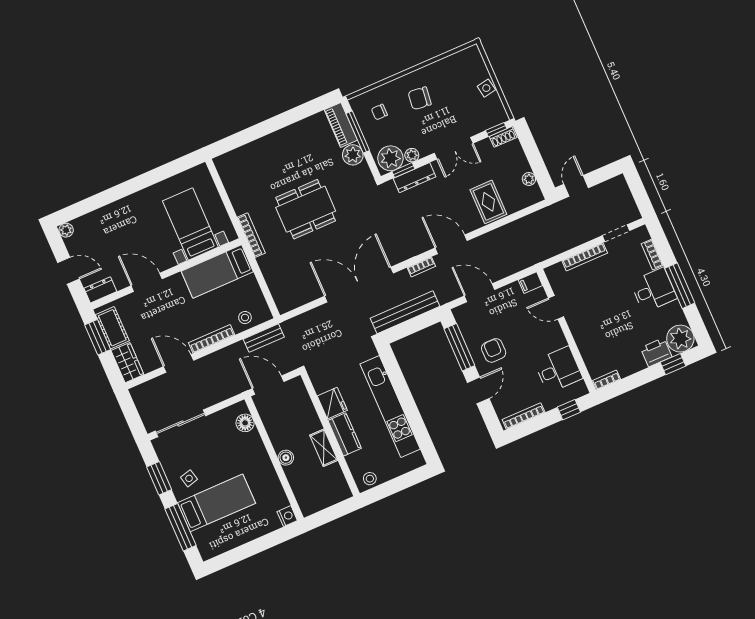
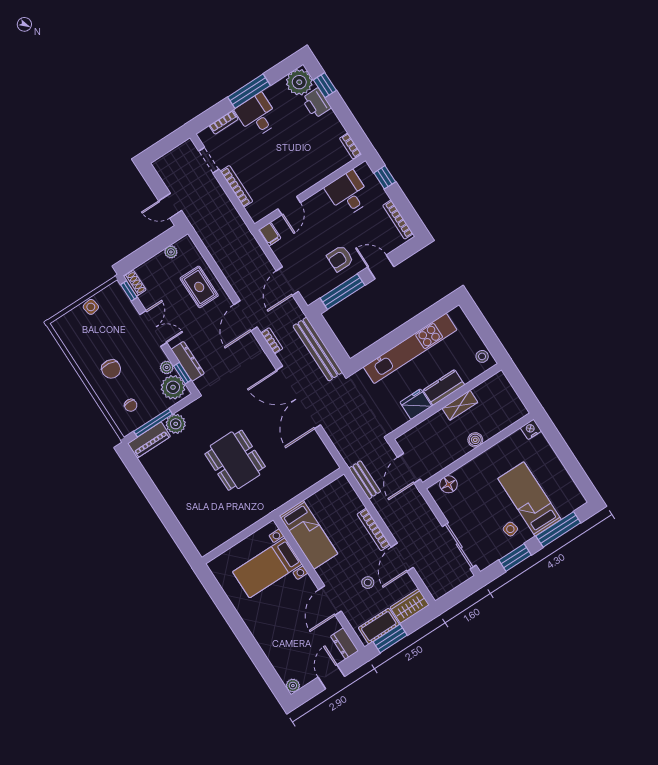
rug: (488, 202) -> (199, 287), turned 90
bookcase: (251, 235) -> (268, 508), removed
stool: (245, 318) -> (368, 583), moved

